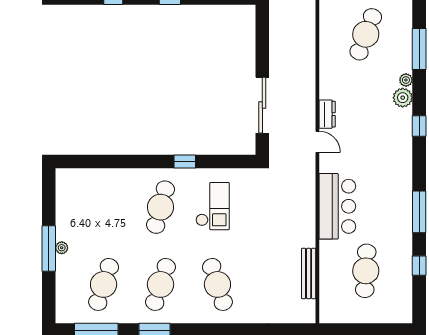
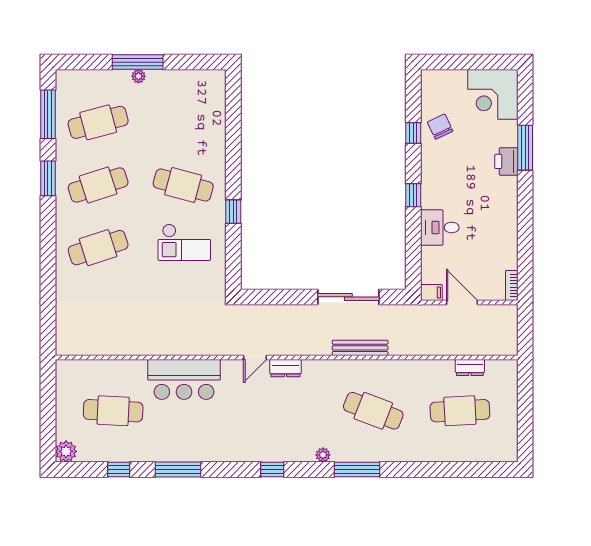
plant: (403, 98) -> (66, 451), moved
sliding door: (262, 105) -> (348, 297), moved
bench: (309, 273) -> (360, 348), moved
cafe table: (104, 284) -> (98, 122), turned -33
cafe table: (161, 284) -> (98, 185), turned -36

